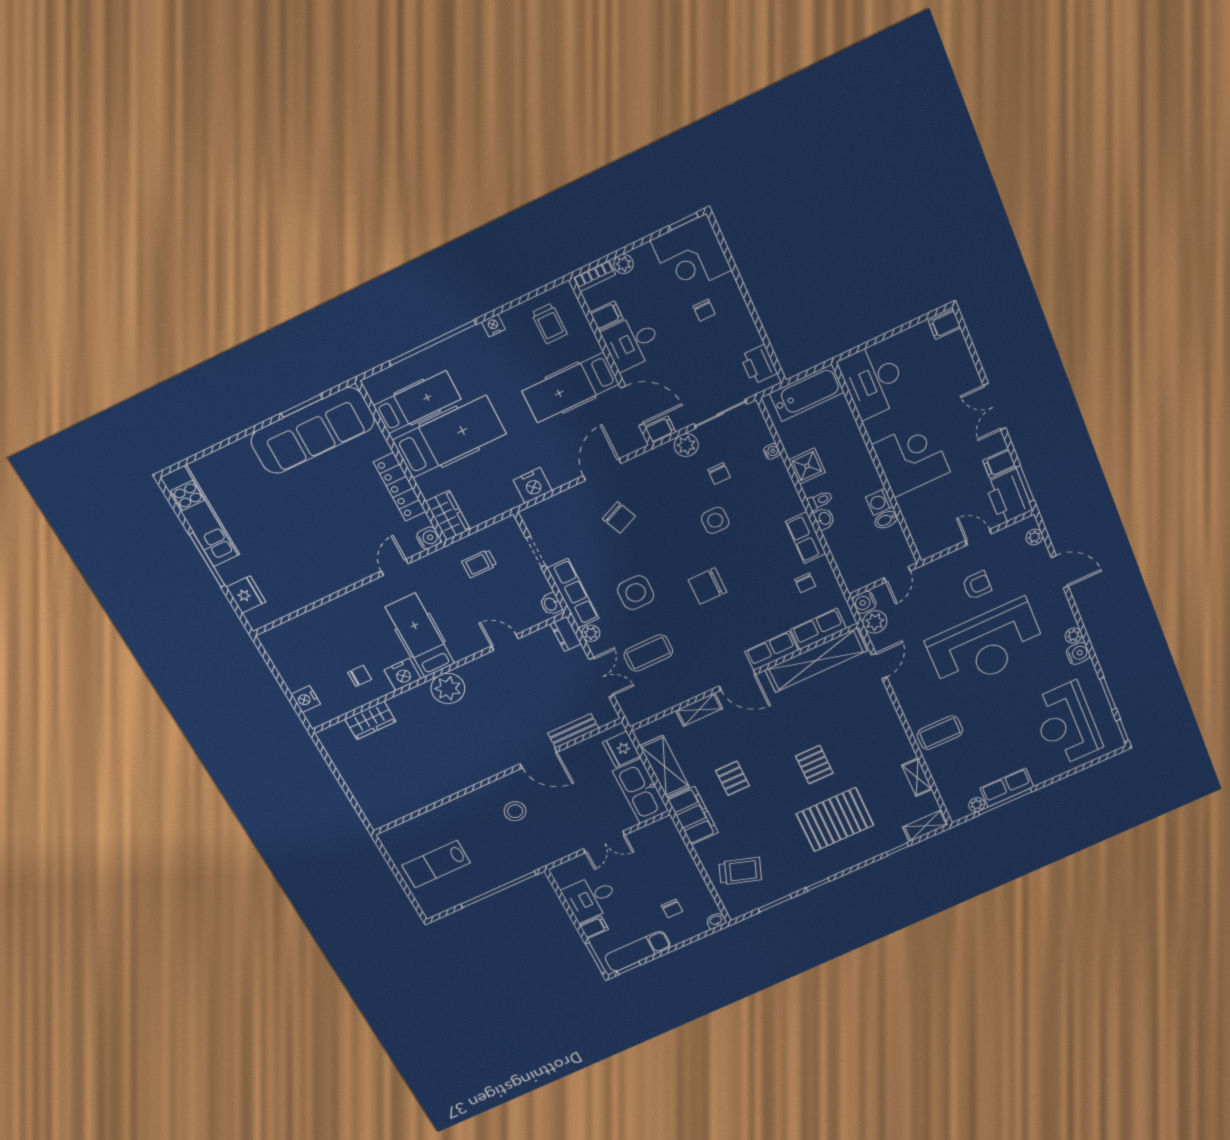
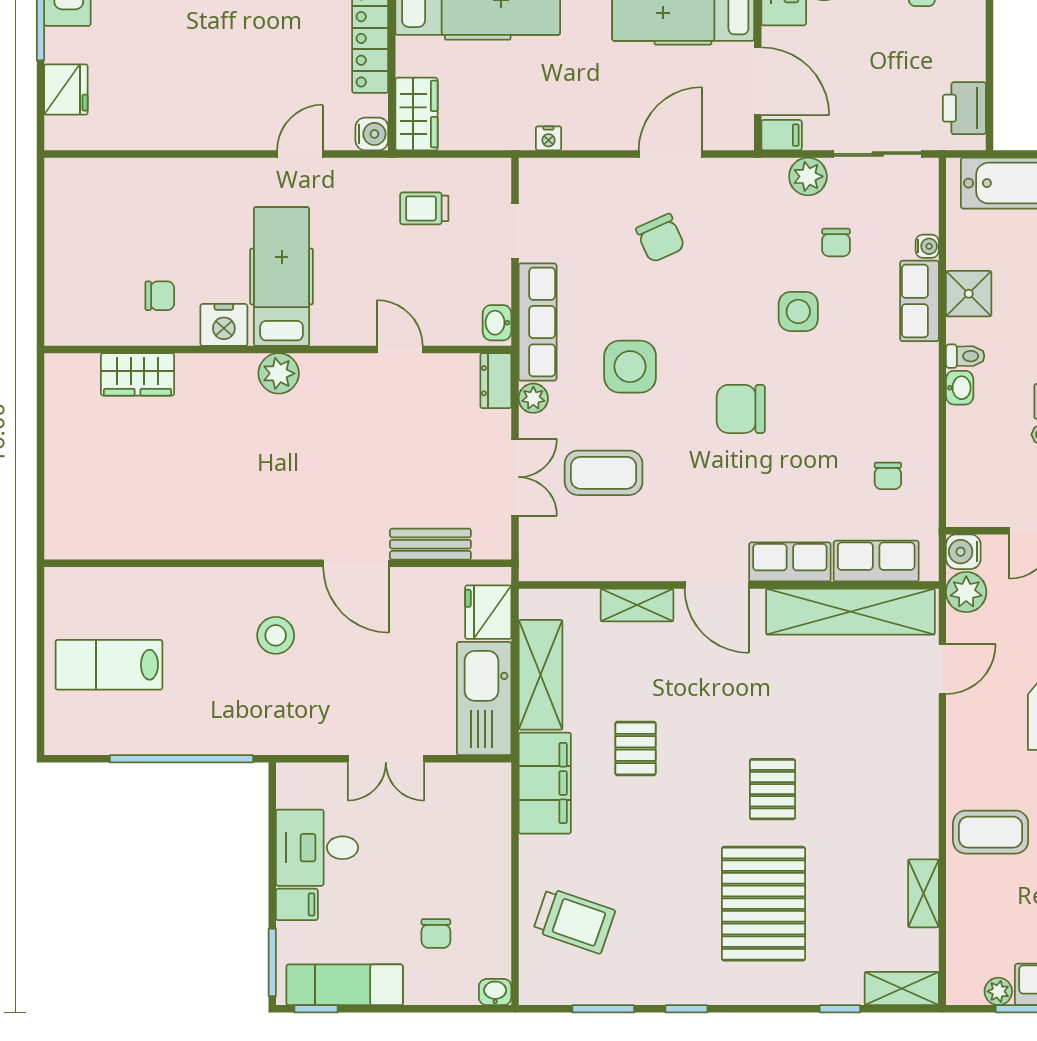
nightstand: (533, 485) -> (549, 138), width x0.53, depth x0.56
row of seats: (806, 538) -> (919, 301), moved
plant: (448, 688) -> (279, 373), width x0.73, depth x0.73
nightstand: (306, 699) -> (61, 293), removed
pallet: (835, 820) -> (763, 904), turned 90

